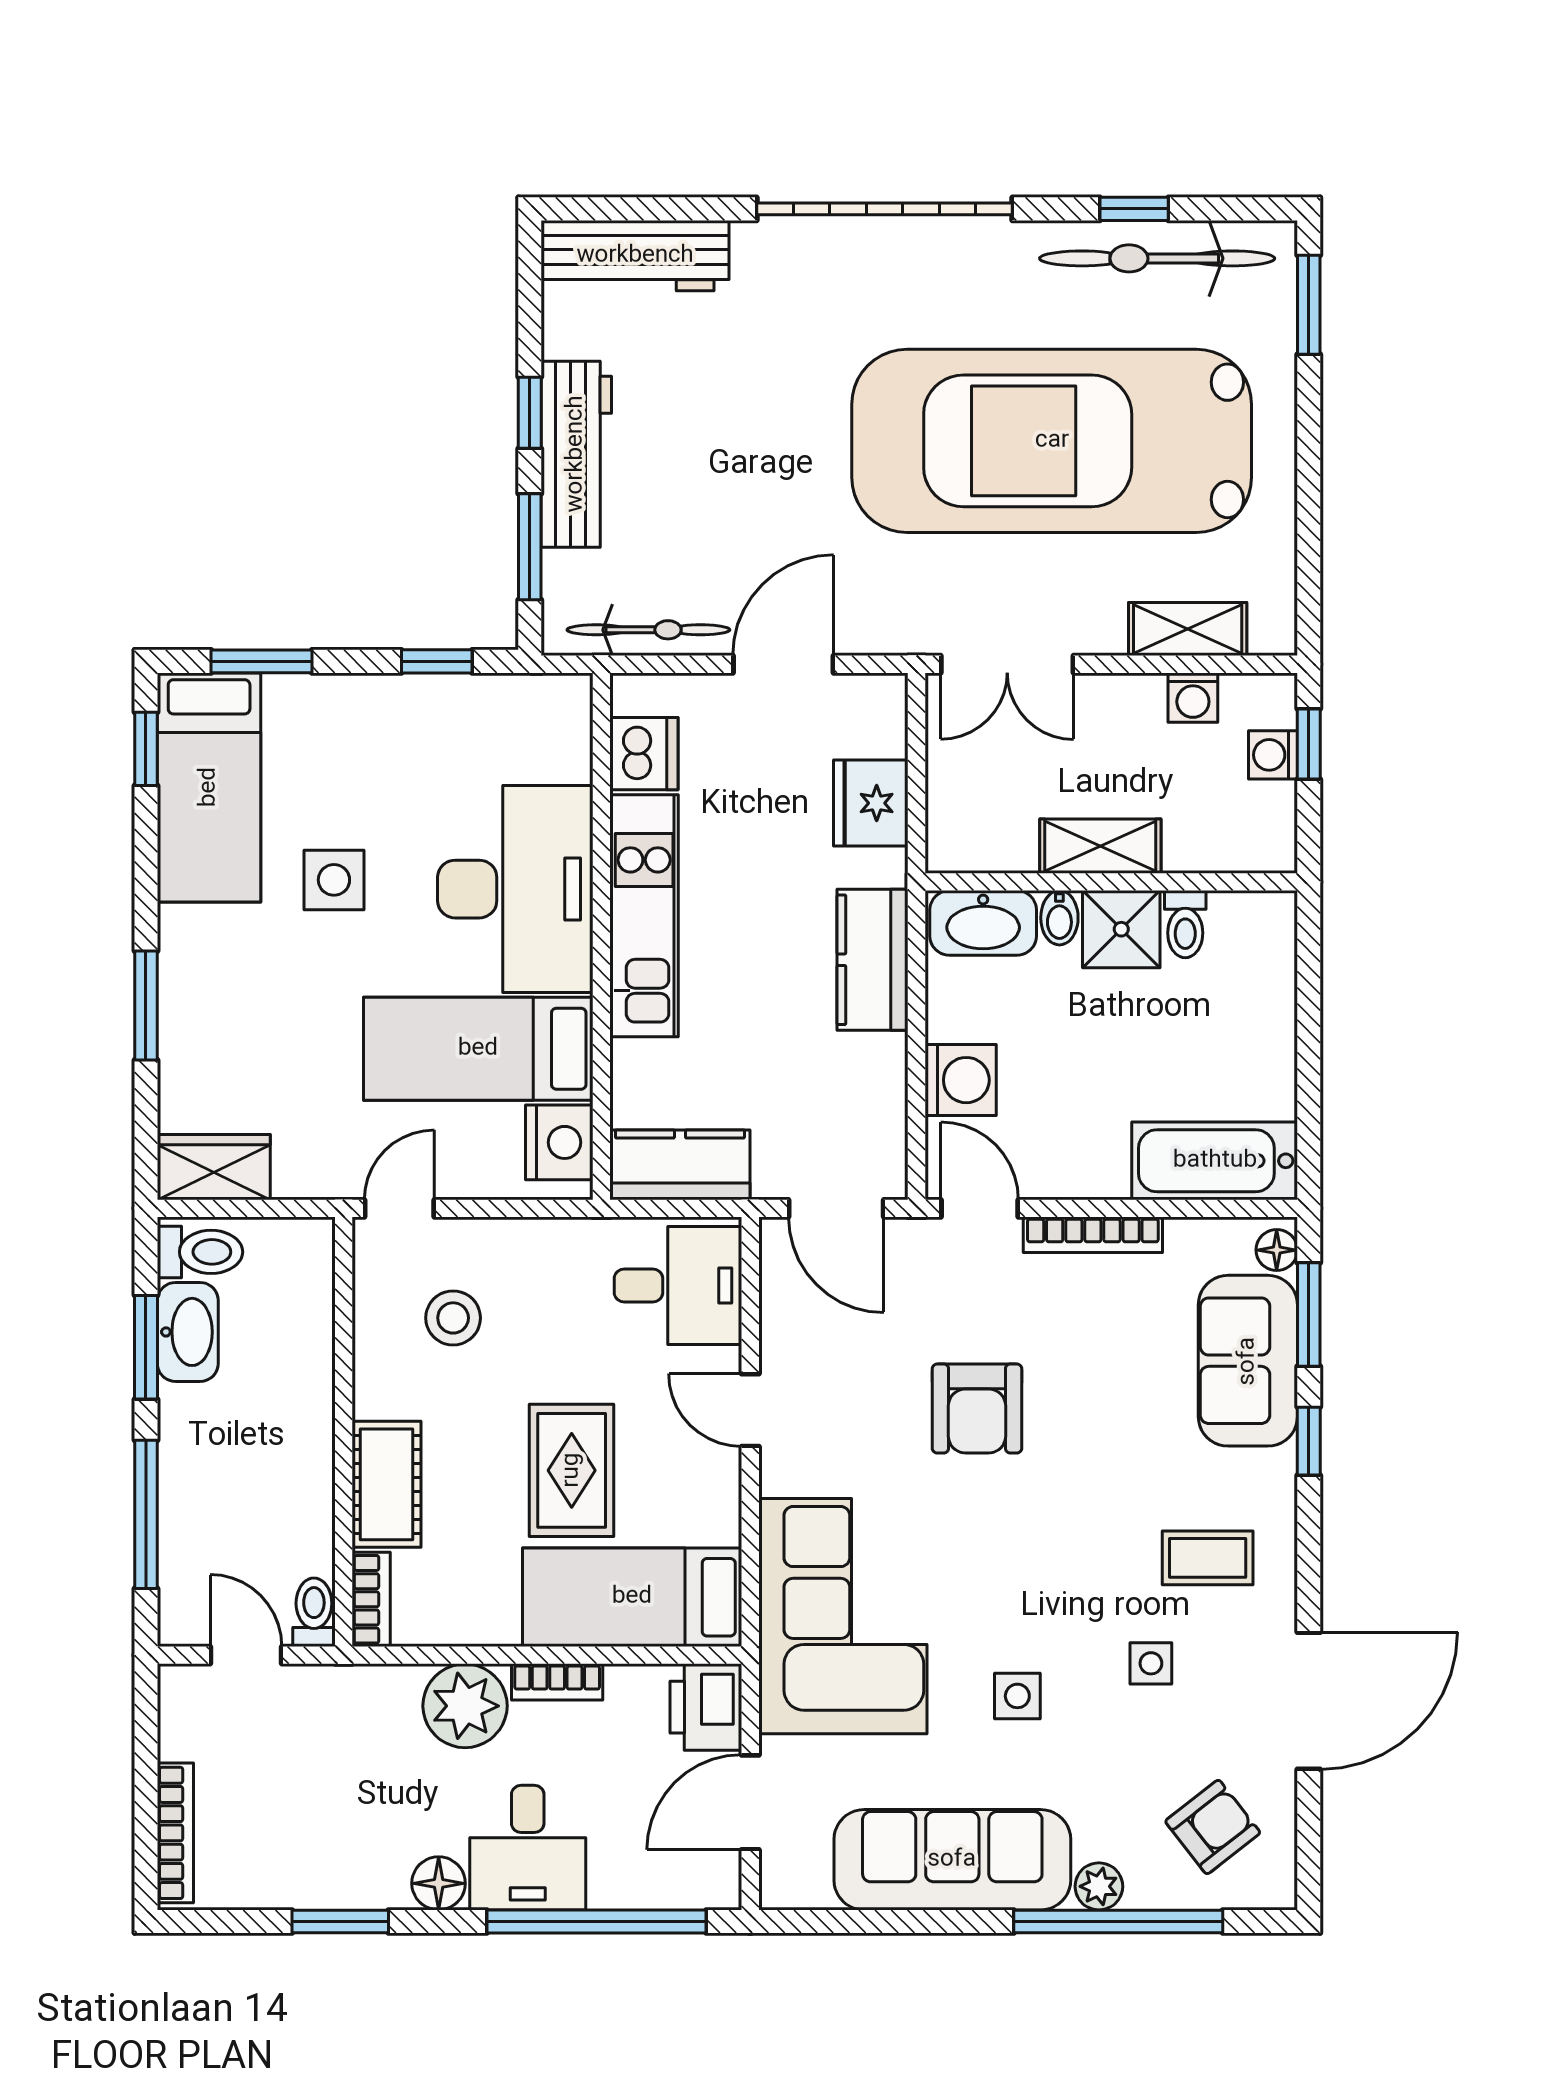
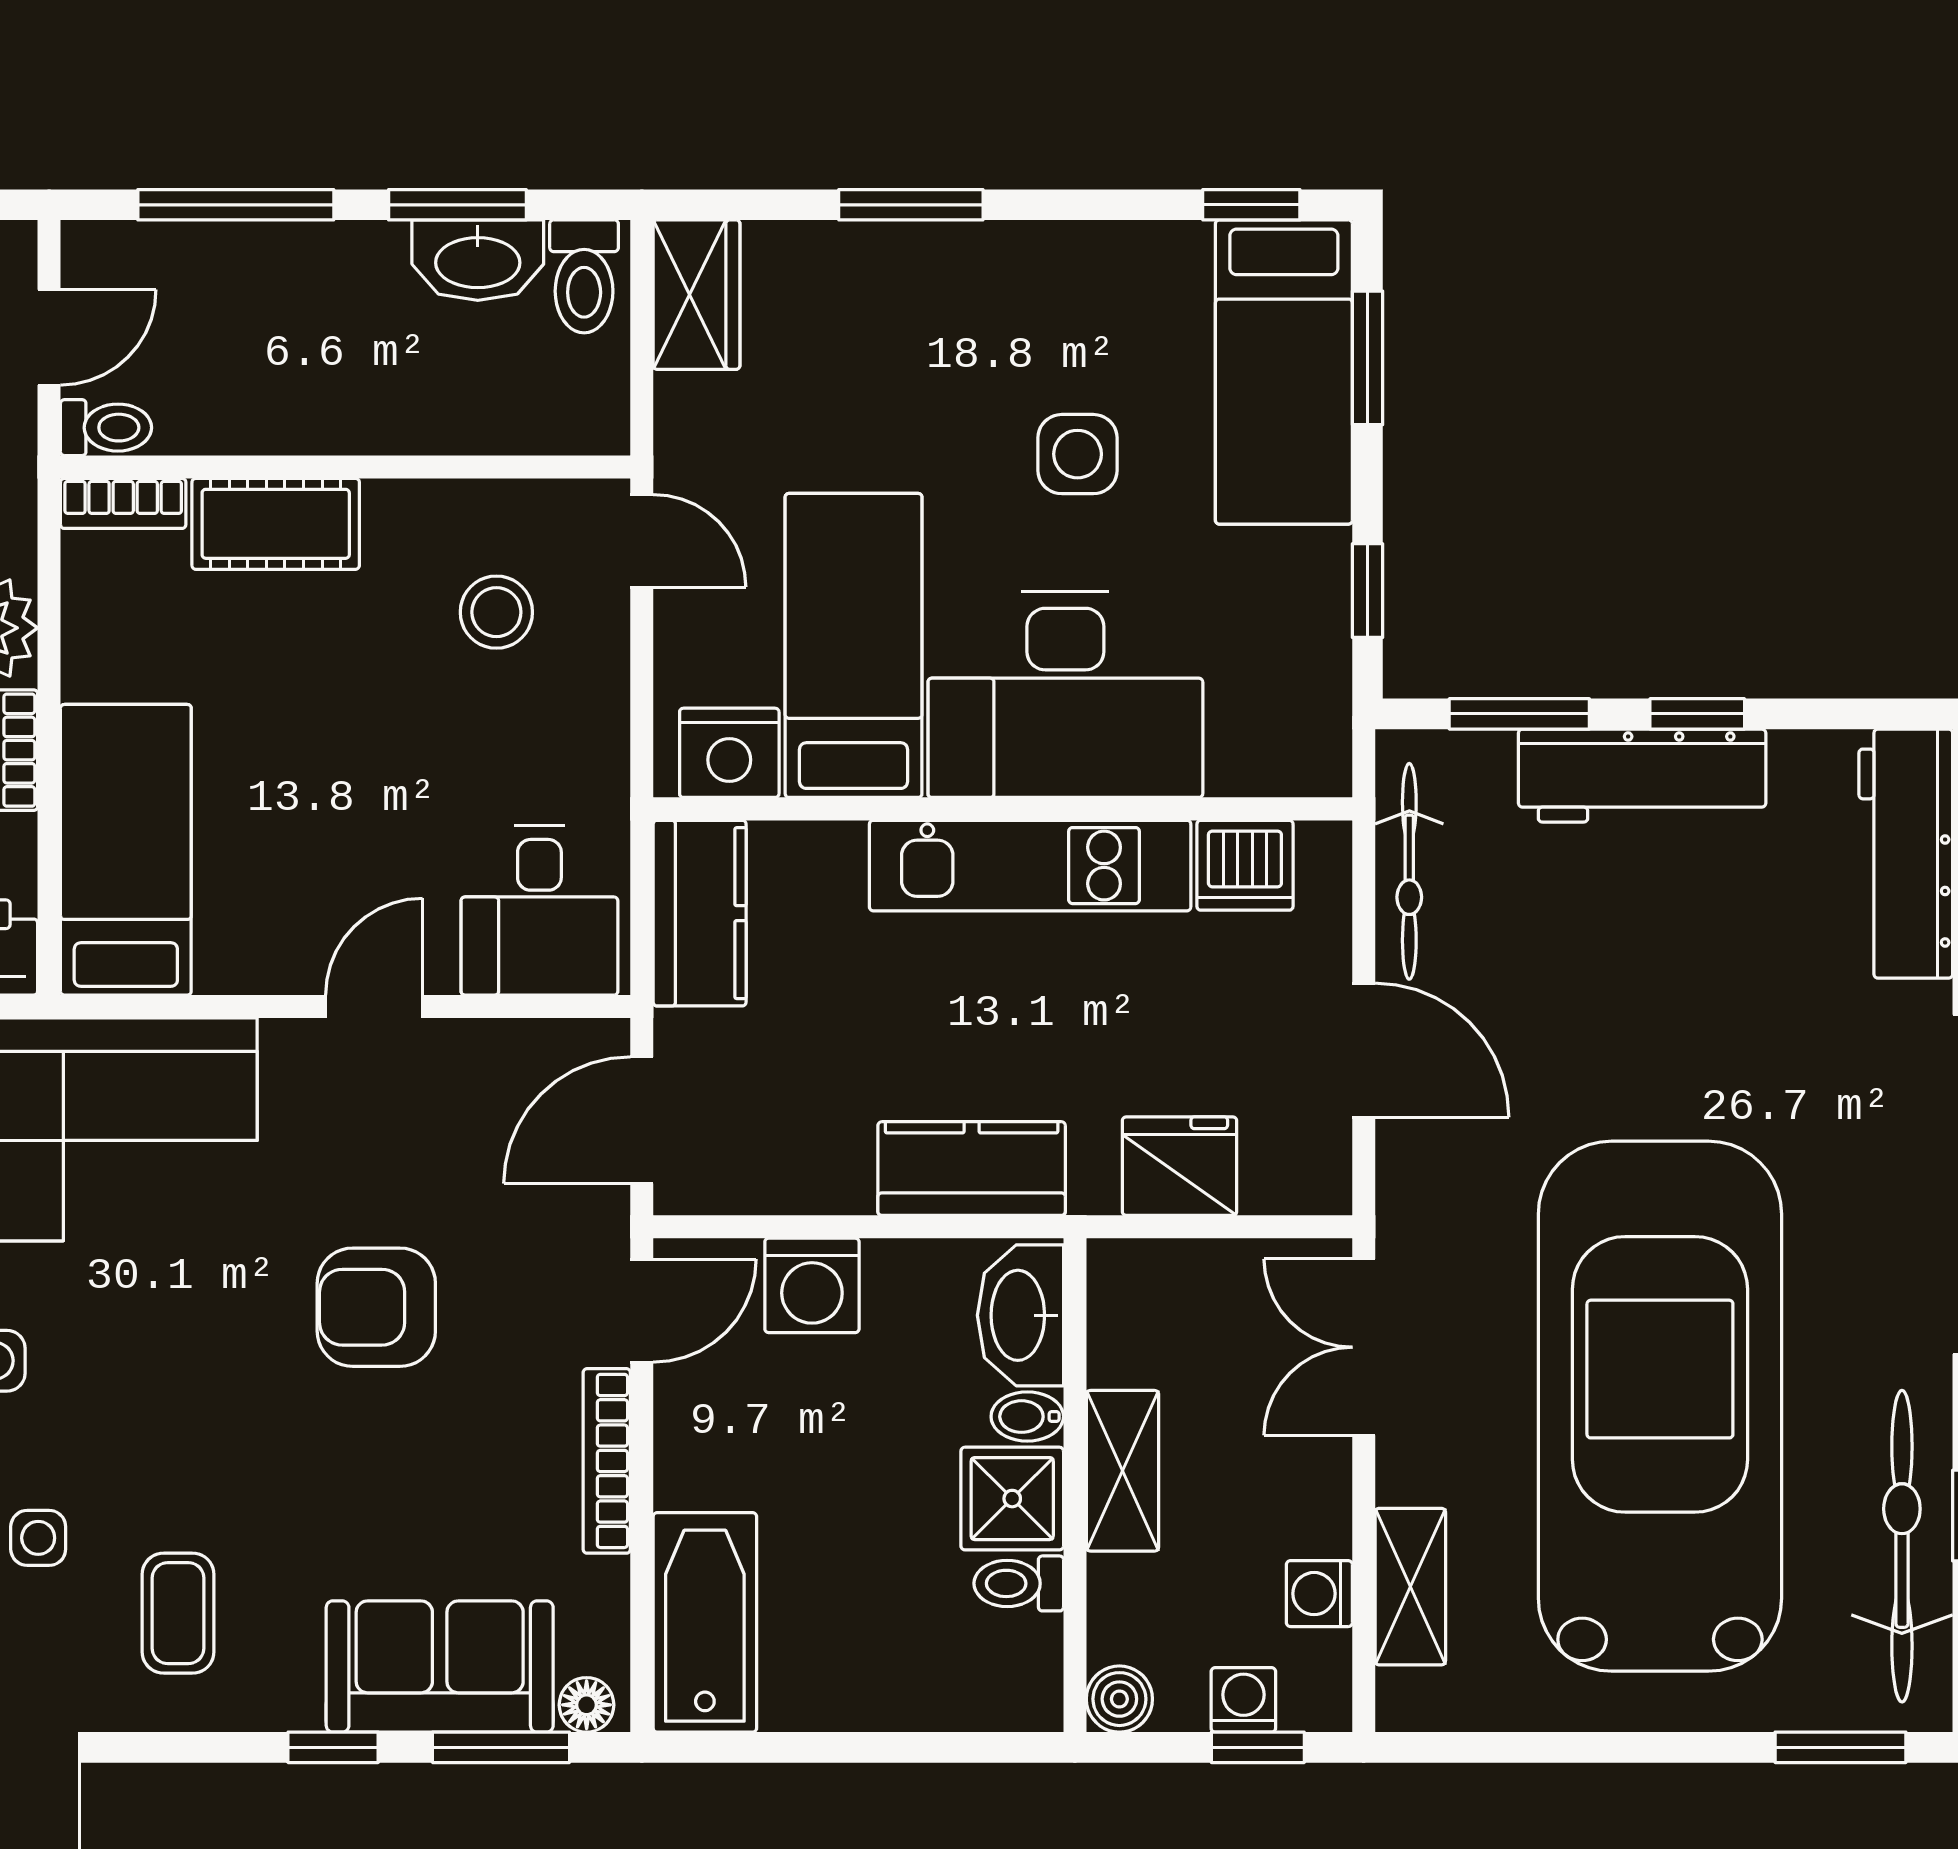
bed: (209, 787) -> (1284, 372), moved, turned -90
boiler: (1272, 848) -> (1119, 1699), added
rug: (572, 1470) -> (294, 769), removed

